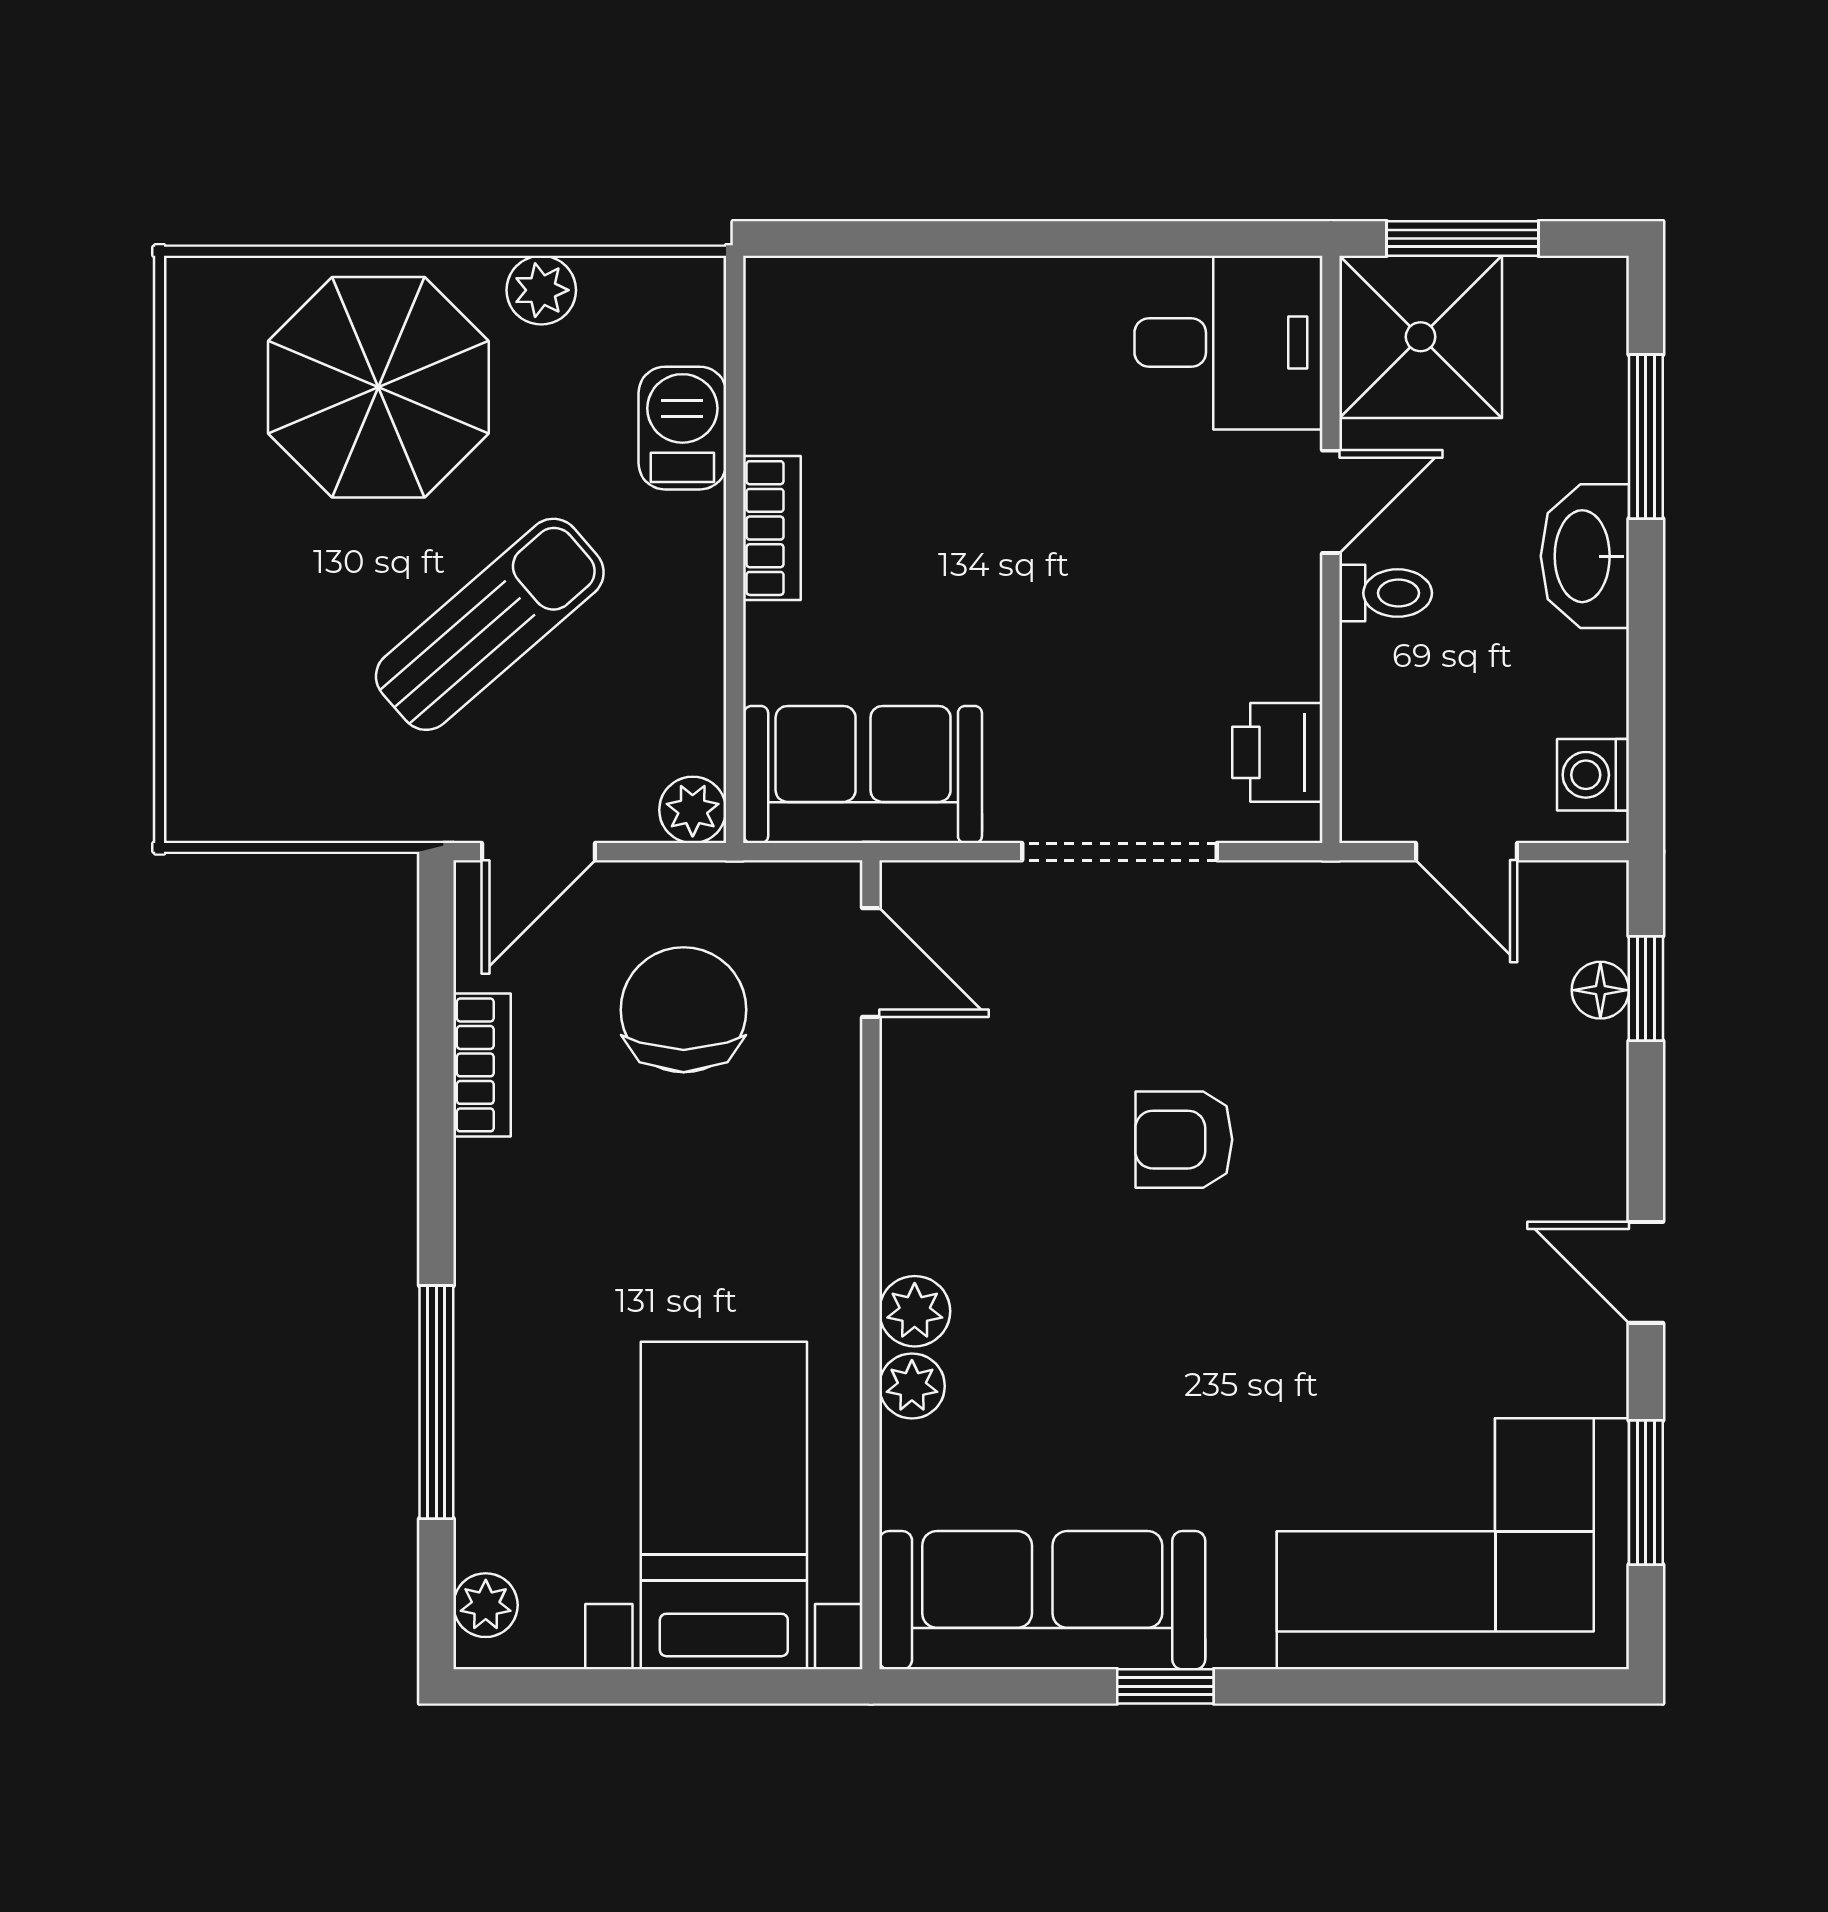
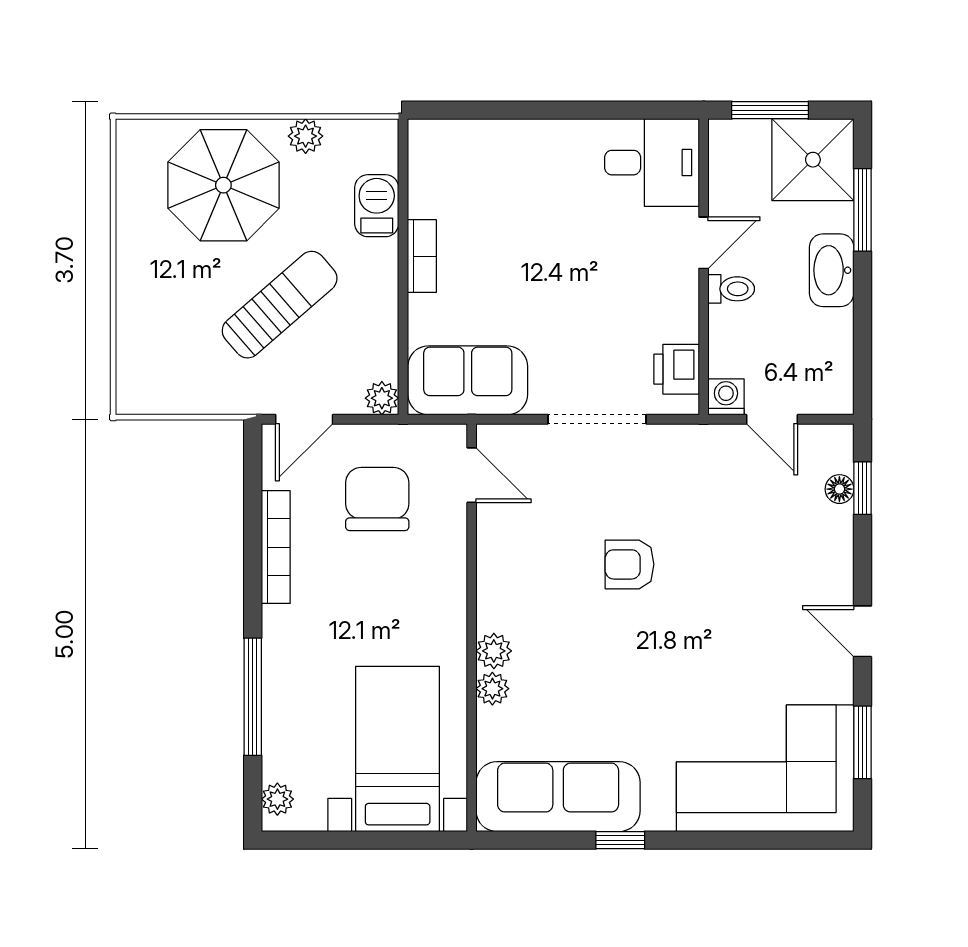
shower: (1421, 337) -> (813, 160), moved
washing machine: (1593, 775) -> (726, 397), moved, turned 90
bookcase: (482, 1065) -> (276, 547), width x1.56

